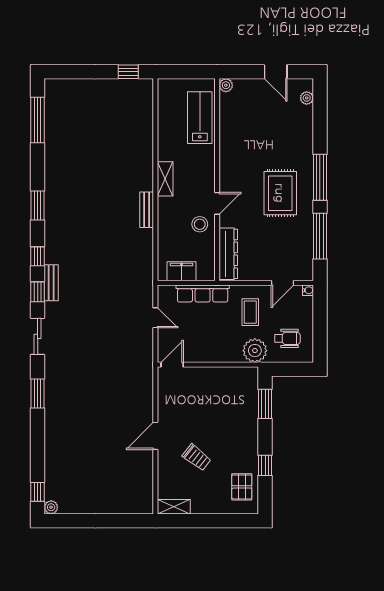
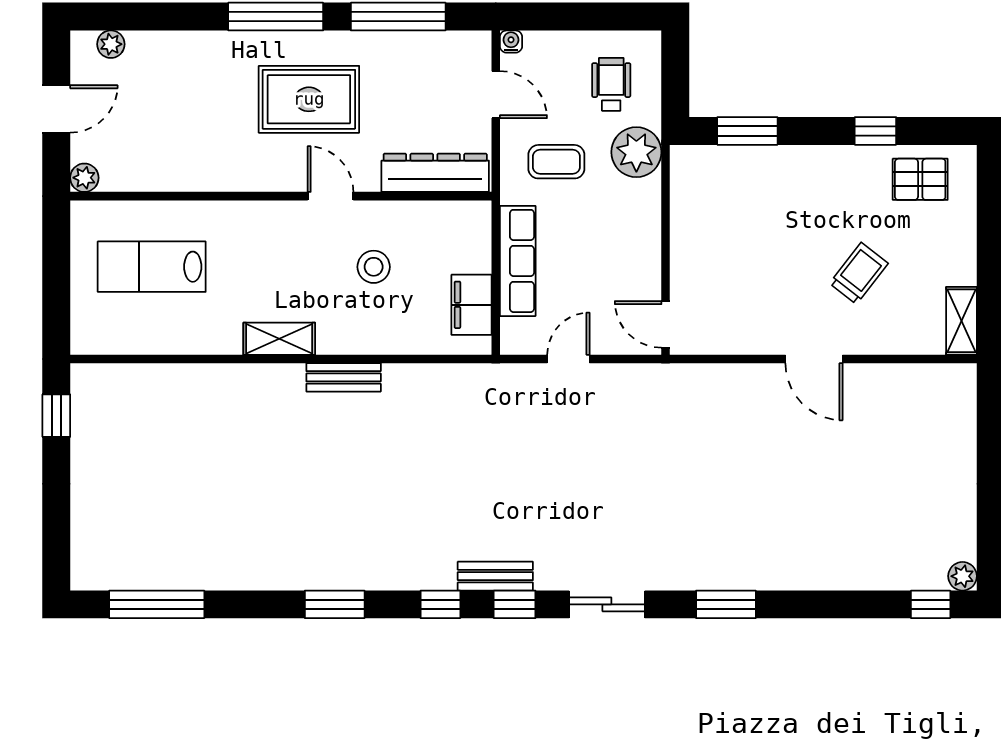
plant: (226, 85) -> (84, 178), moved
wall: (217, 180) -> (281, 196), moved
door: (217, 203) -> (330, 196), moved
dresser: (228, 254) -> (435, 173), moved

